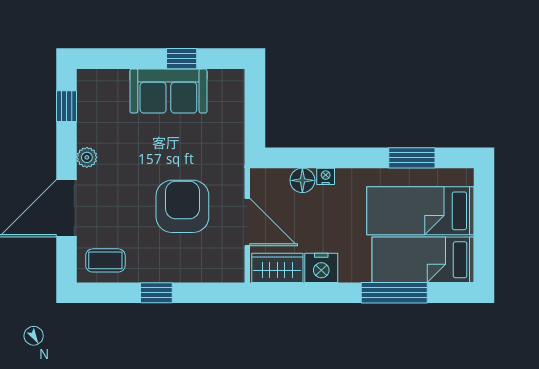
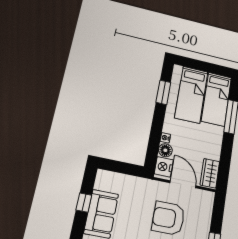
door: (247, 222) -> (183, 184), hinge flipped
nightstand: (321, 268) -> (164, 167), moved, turned 180

